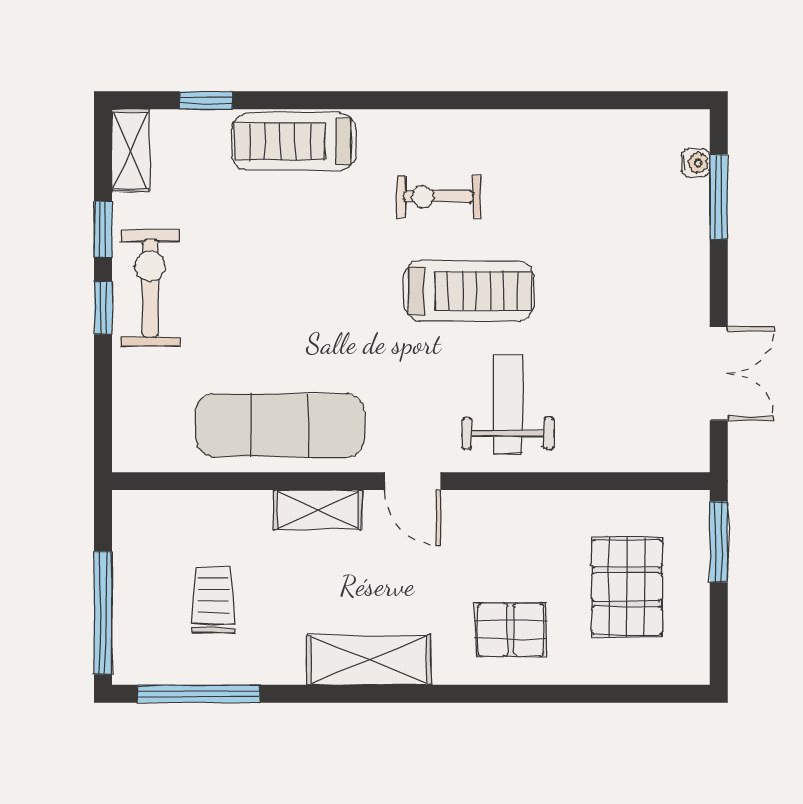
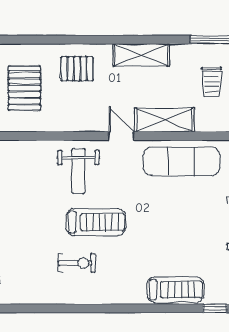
exercise bike: (438, 197) -> (77, 263), moved
treadmill: (469, 291) -> (96, 222), turned 180
shelving: (318, 510) -> (164, 120), width x1.50, depth x1.33

